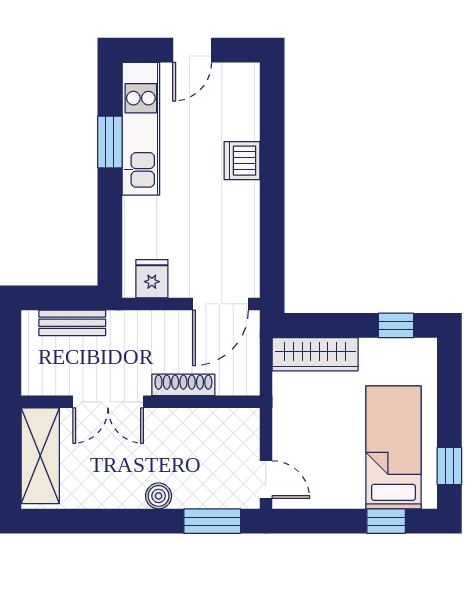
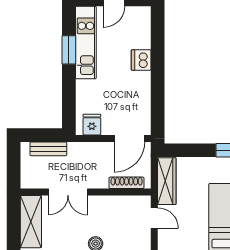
wardrobe: (315, 354) -> (167, 181), moved, turned -90
shoe rack: (183, 385) -> (127, 183), moved
door: (266, 480) -> (154, 218), moved

